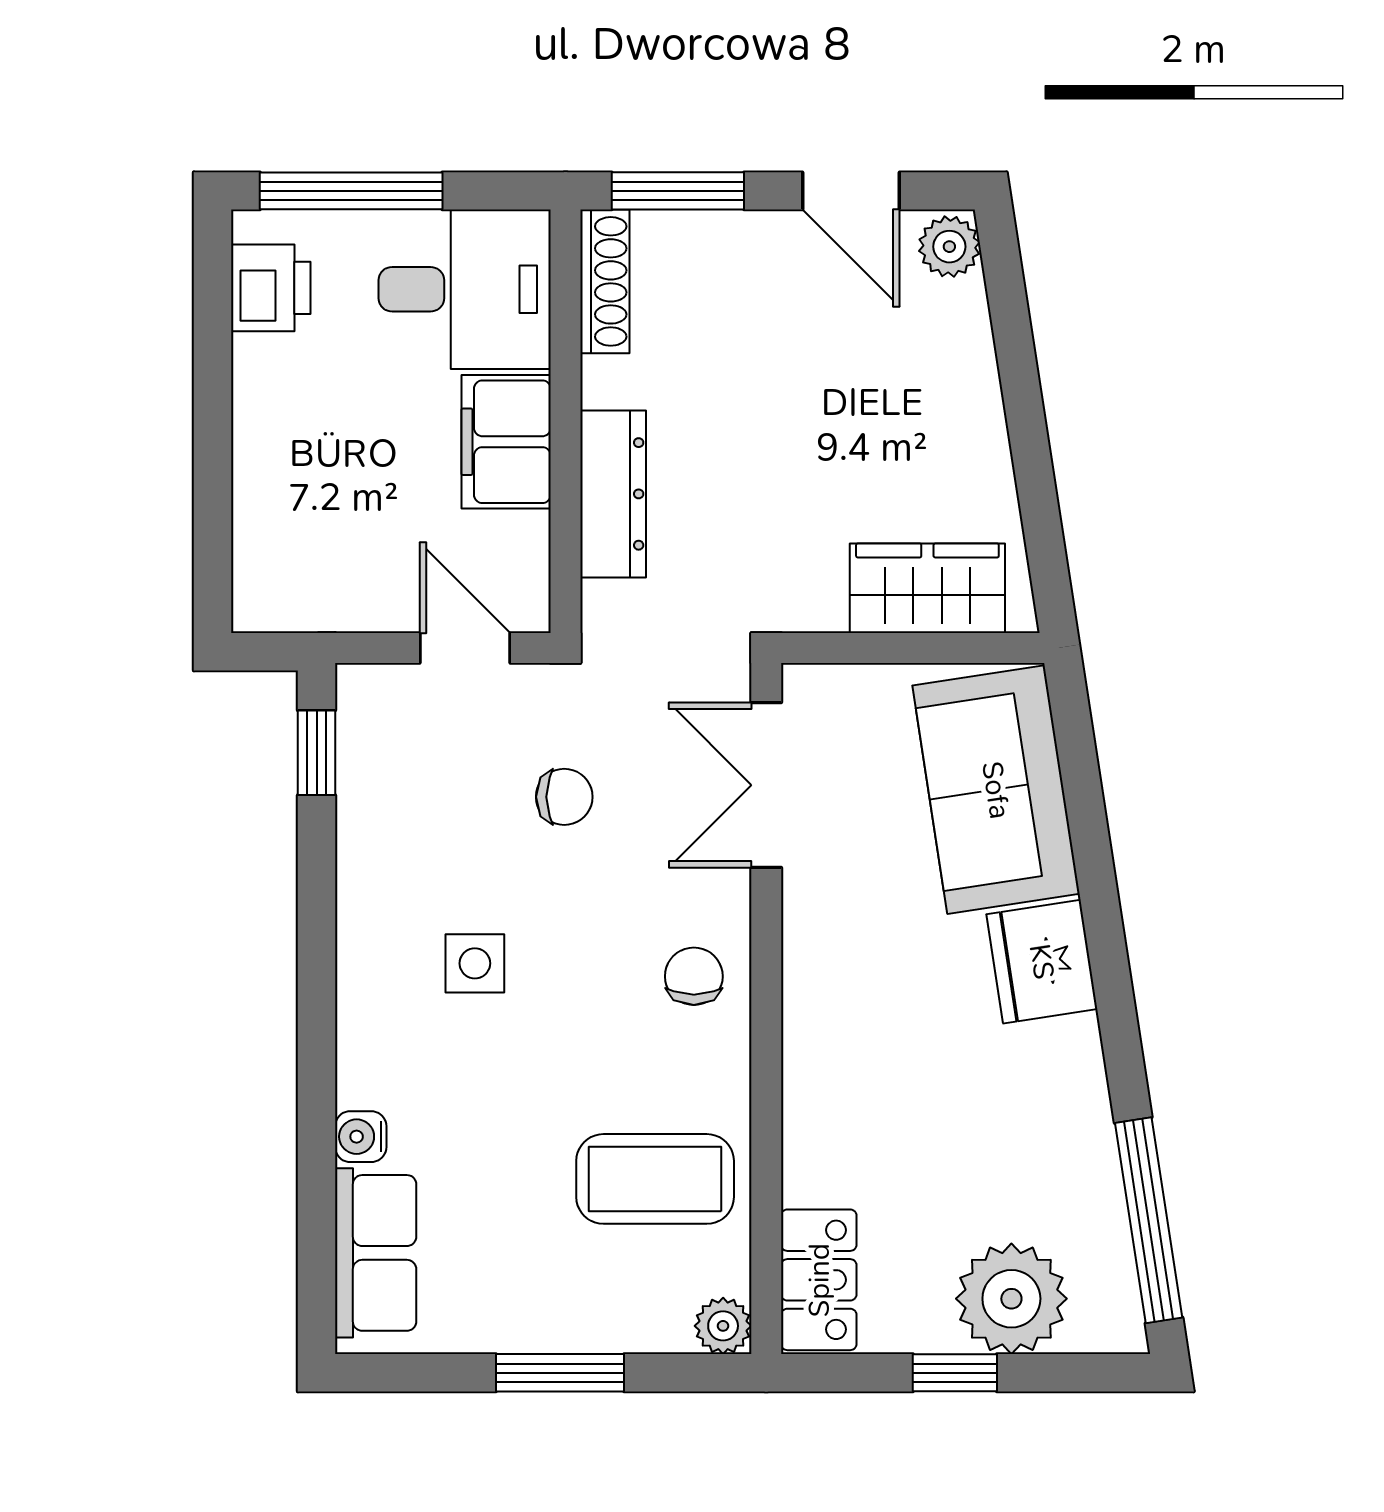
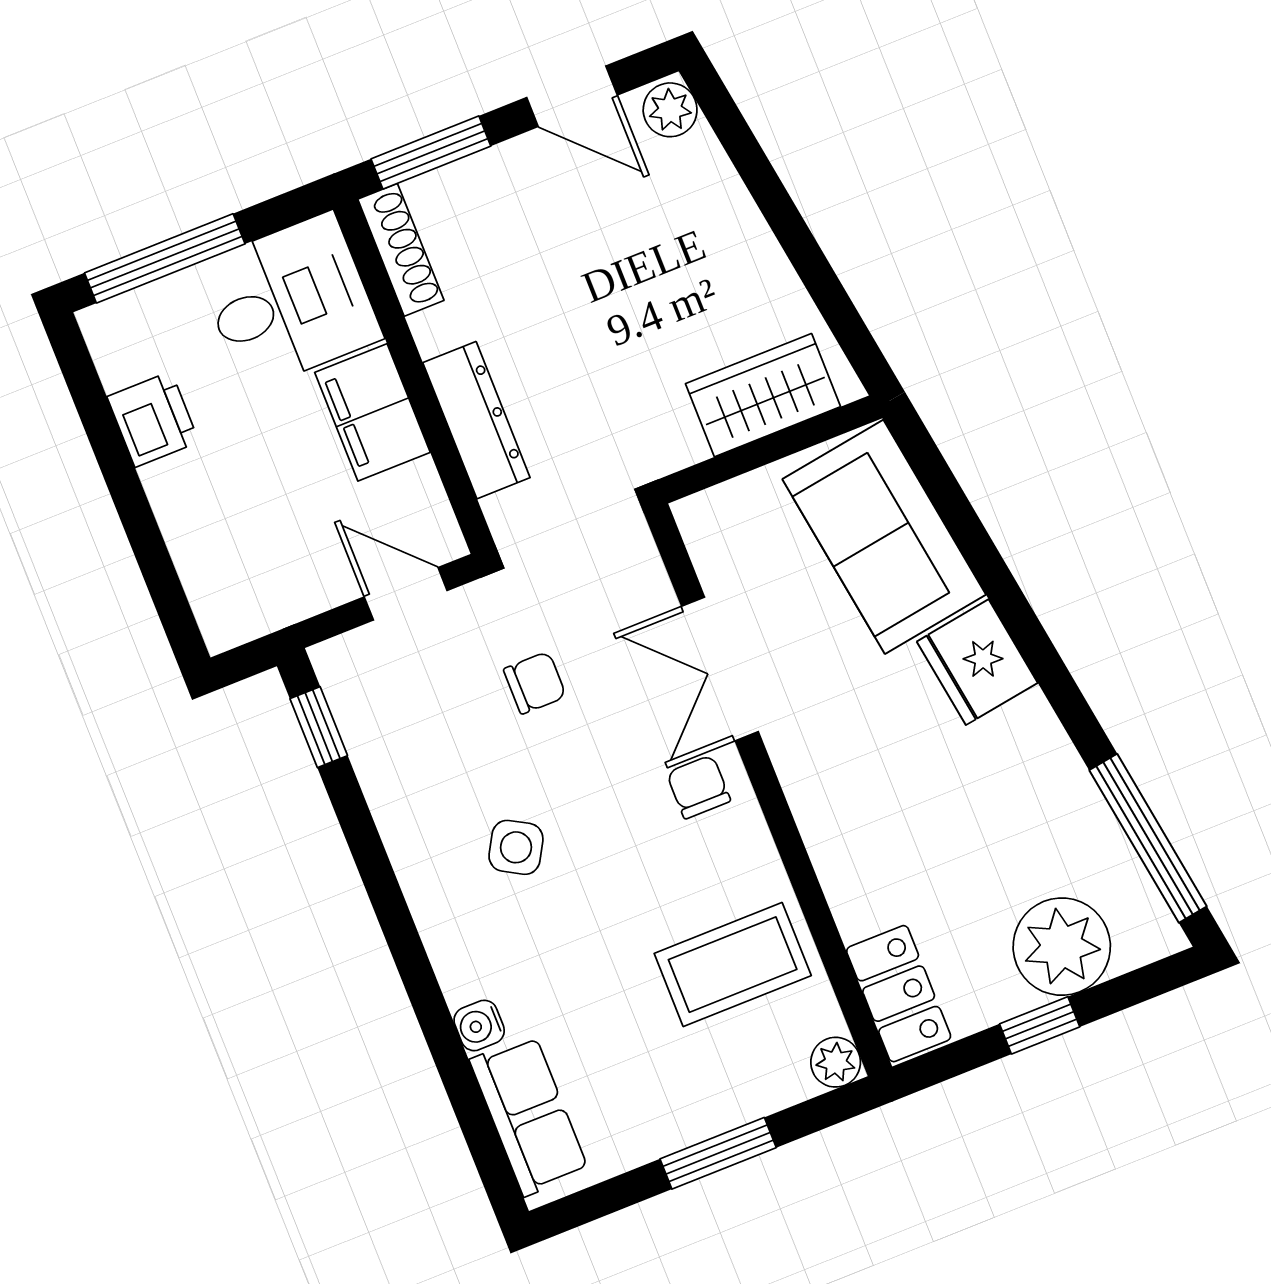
printer: (271, 288) -> (153, 419), moved
double door: (766, 785) -> (720, 669), moved
side table: (475, 963) -> (516, 847), turned 30

